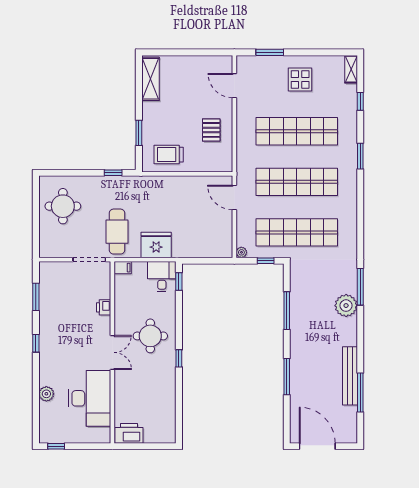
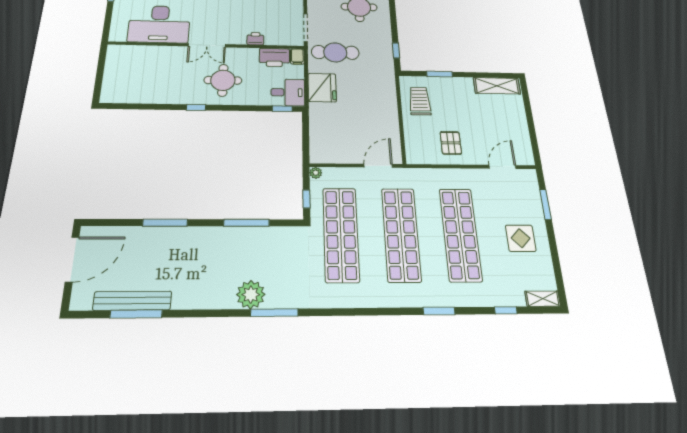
pallet: (211, 130) -> (451, 143), turned 90
bench: (350, 376) -> (132, 301), moved
printer: (129, 433) -> (274, 57), moved, turned 90

